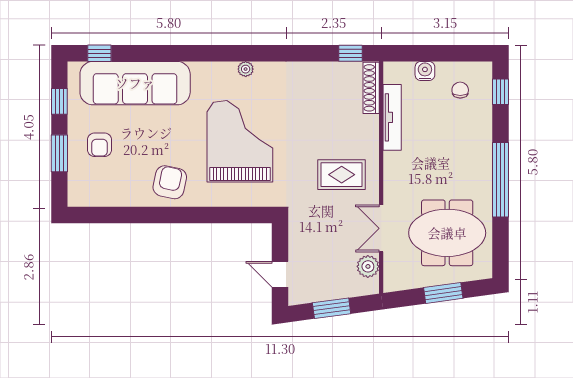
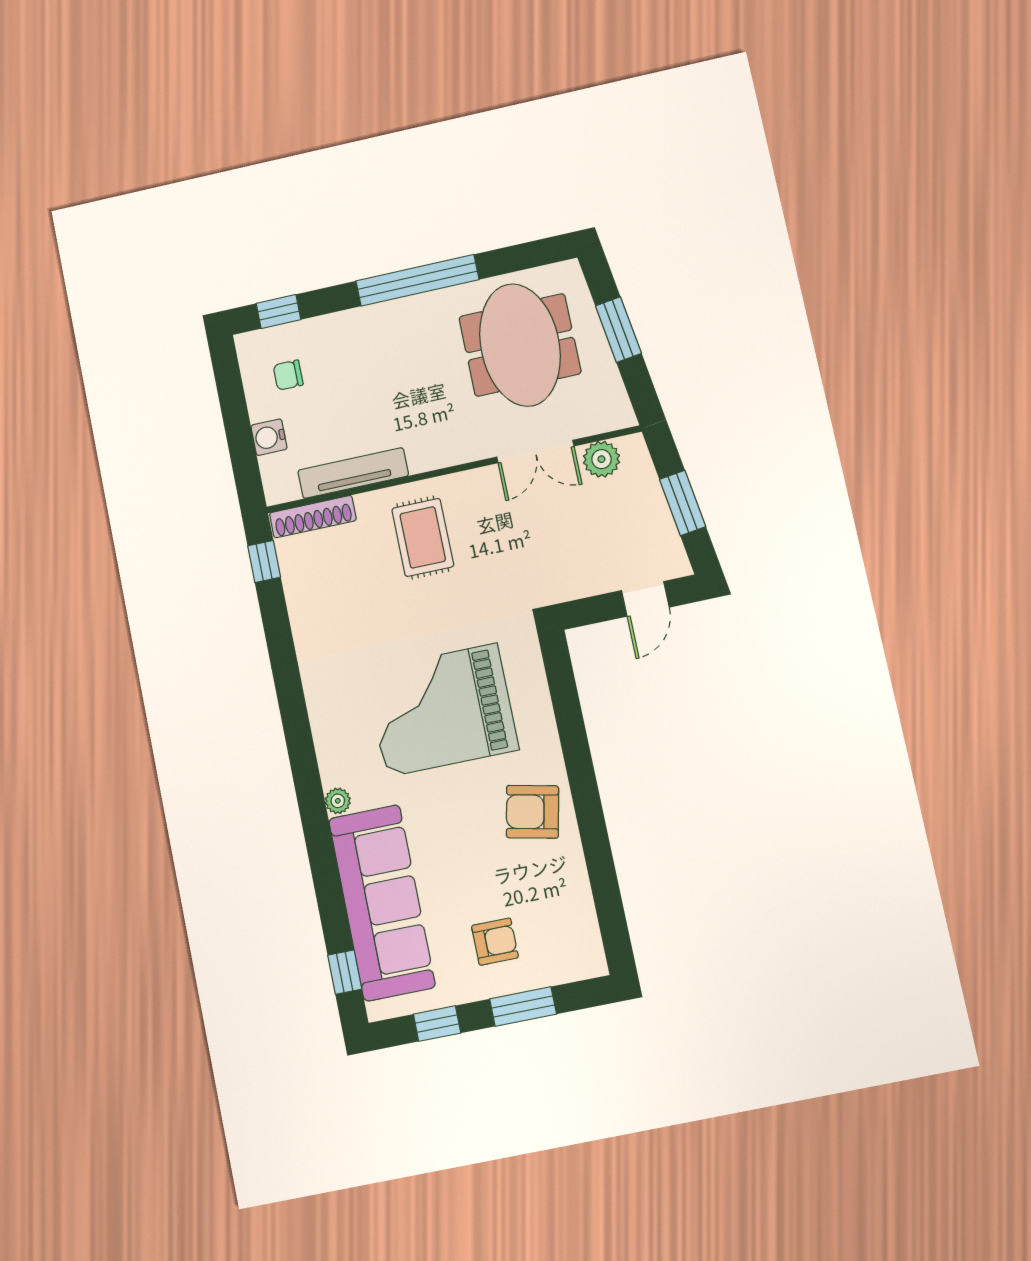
plant: (246, 69) -> (338, 801), moved
rug: (342, 175) -> (423, 537), moved

